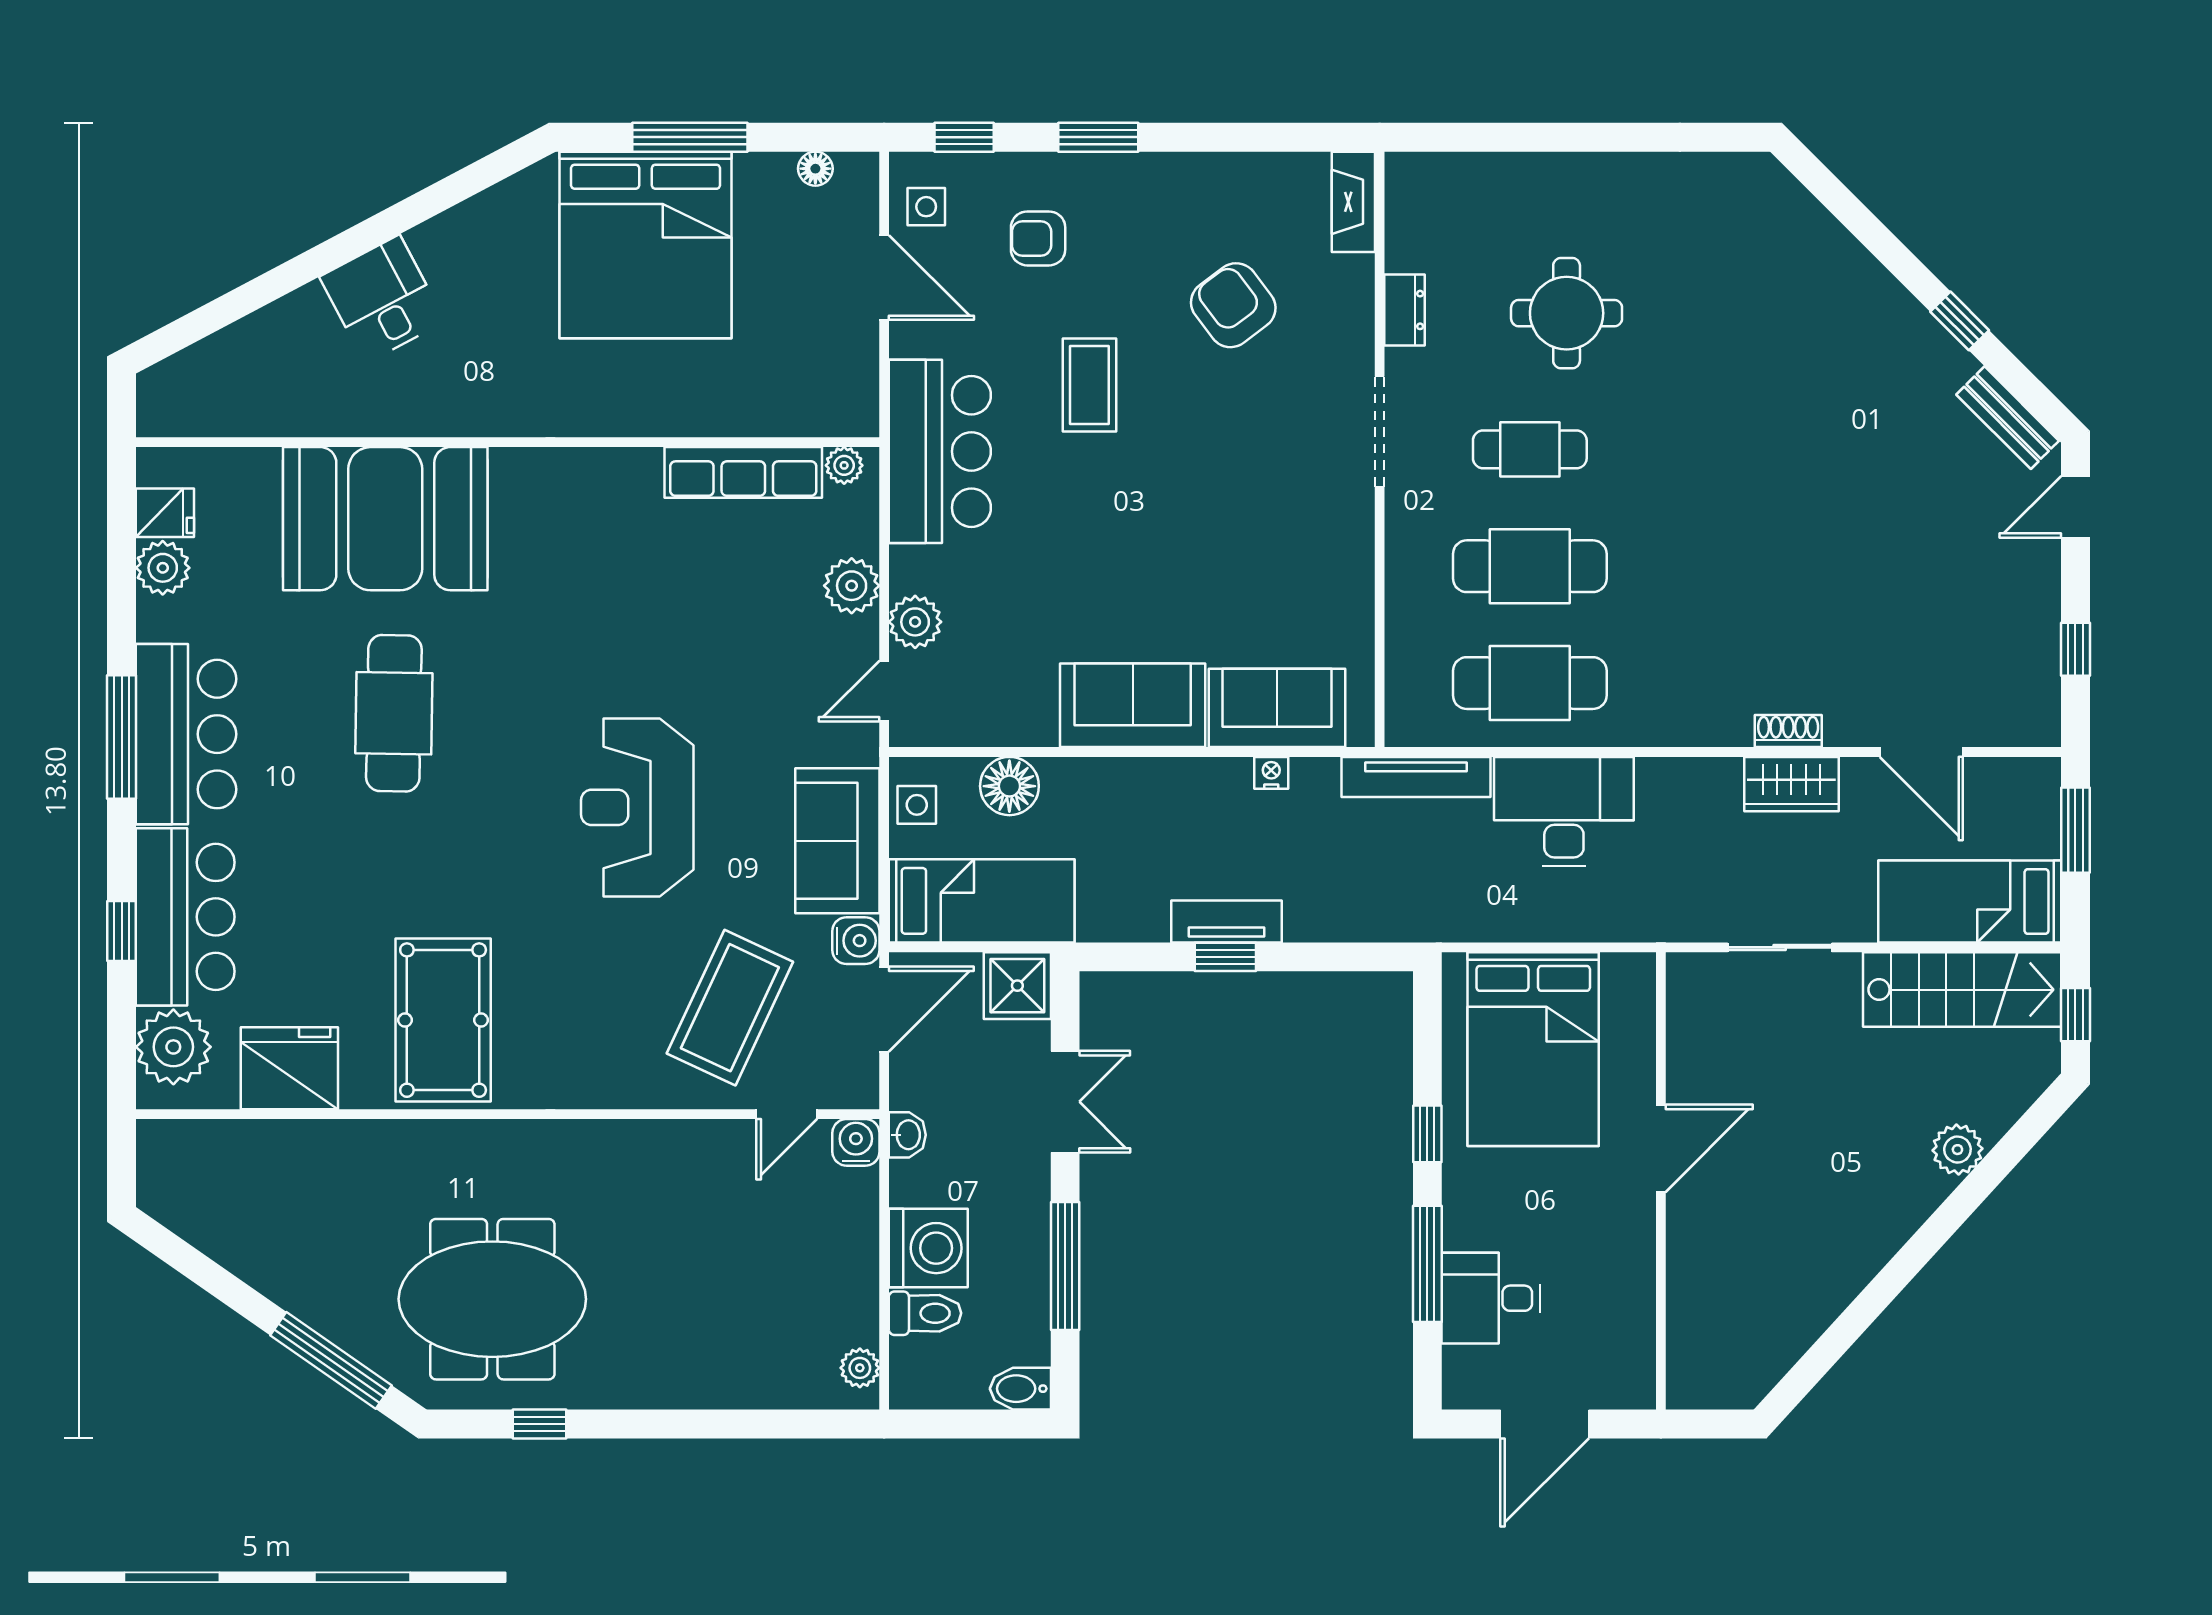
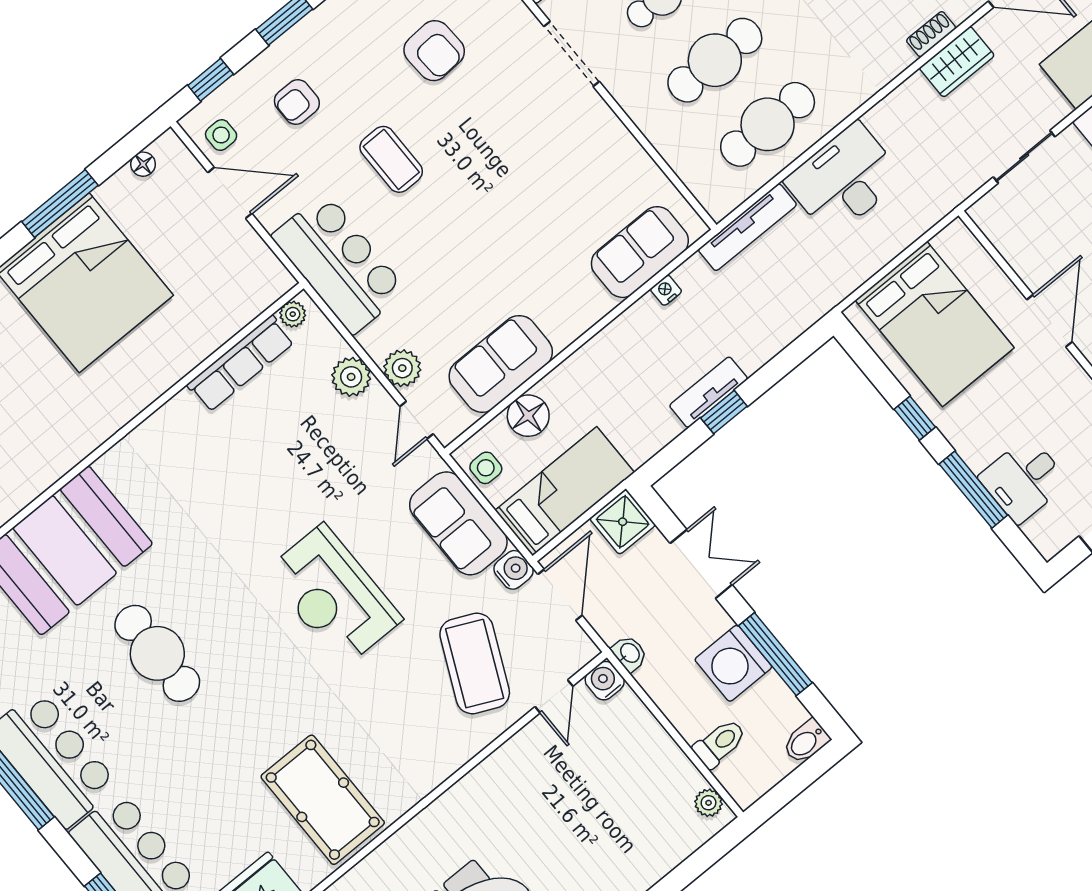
armchair: (1233, 305) -> (434, 51), turned -146
sofa: (1133, 705) -> (501, 364), moved
washing machine: (928, 1248) -> (733, 663), moved, turned 180

